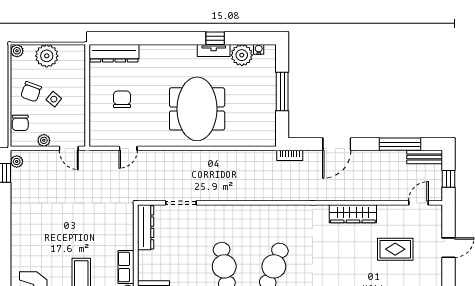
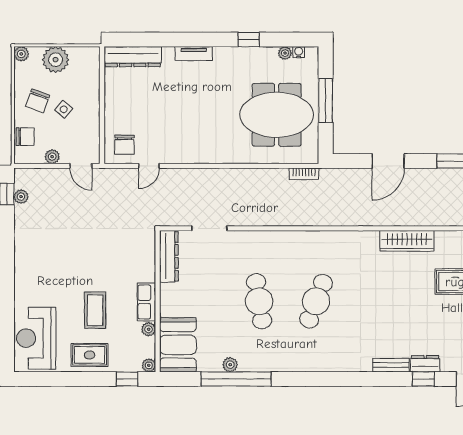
tv unit: (214, 51) -> (194, 54), moved
plant: (242, 55) -> (285, 53), width x0.53, depth x0.53
chair: (122, 99) -> (124, 145), moved, turned 180
meeting table: (197, 109) -> (277, 115), moved, turned 90
chair: (20, 123) -> (25, 137), turned -90
bookcase: (290, 155) -> (304, 174), moved
plant: (17, 162) -> (21, 197), moved

